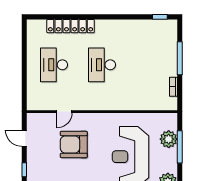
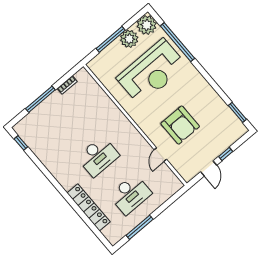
window: (24, 51) -> (140, 227), added
door: (64, 112) -> (160, 155), swing flipped
plant: (169, 139) -> (129, 39), moved
window: (24, 170) -> (226, 154), moved

